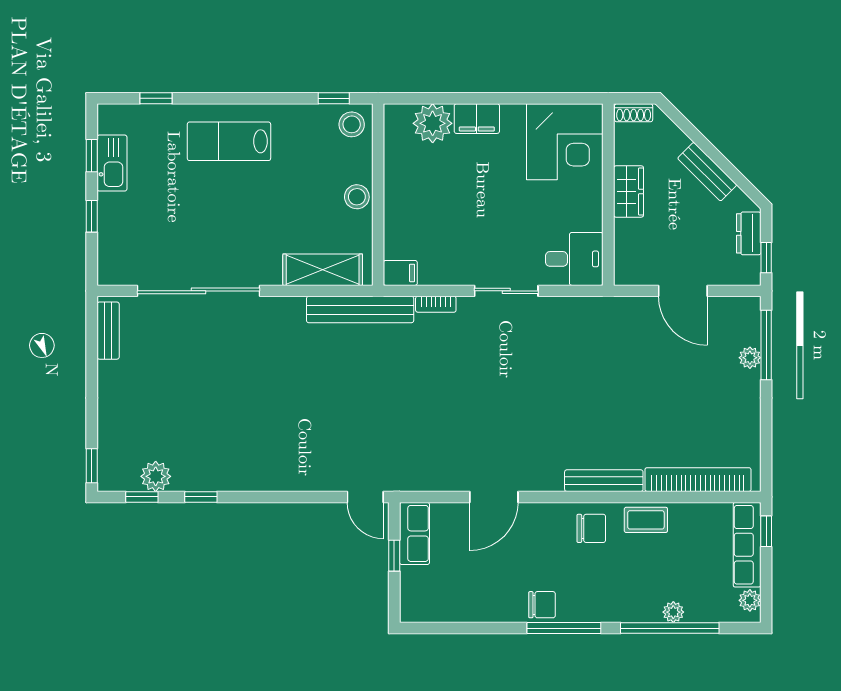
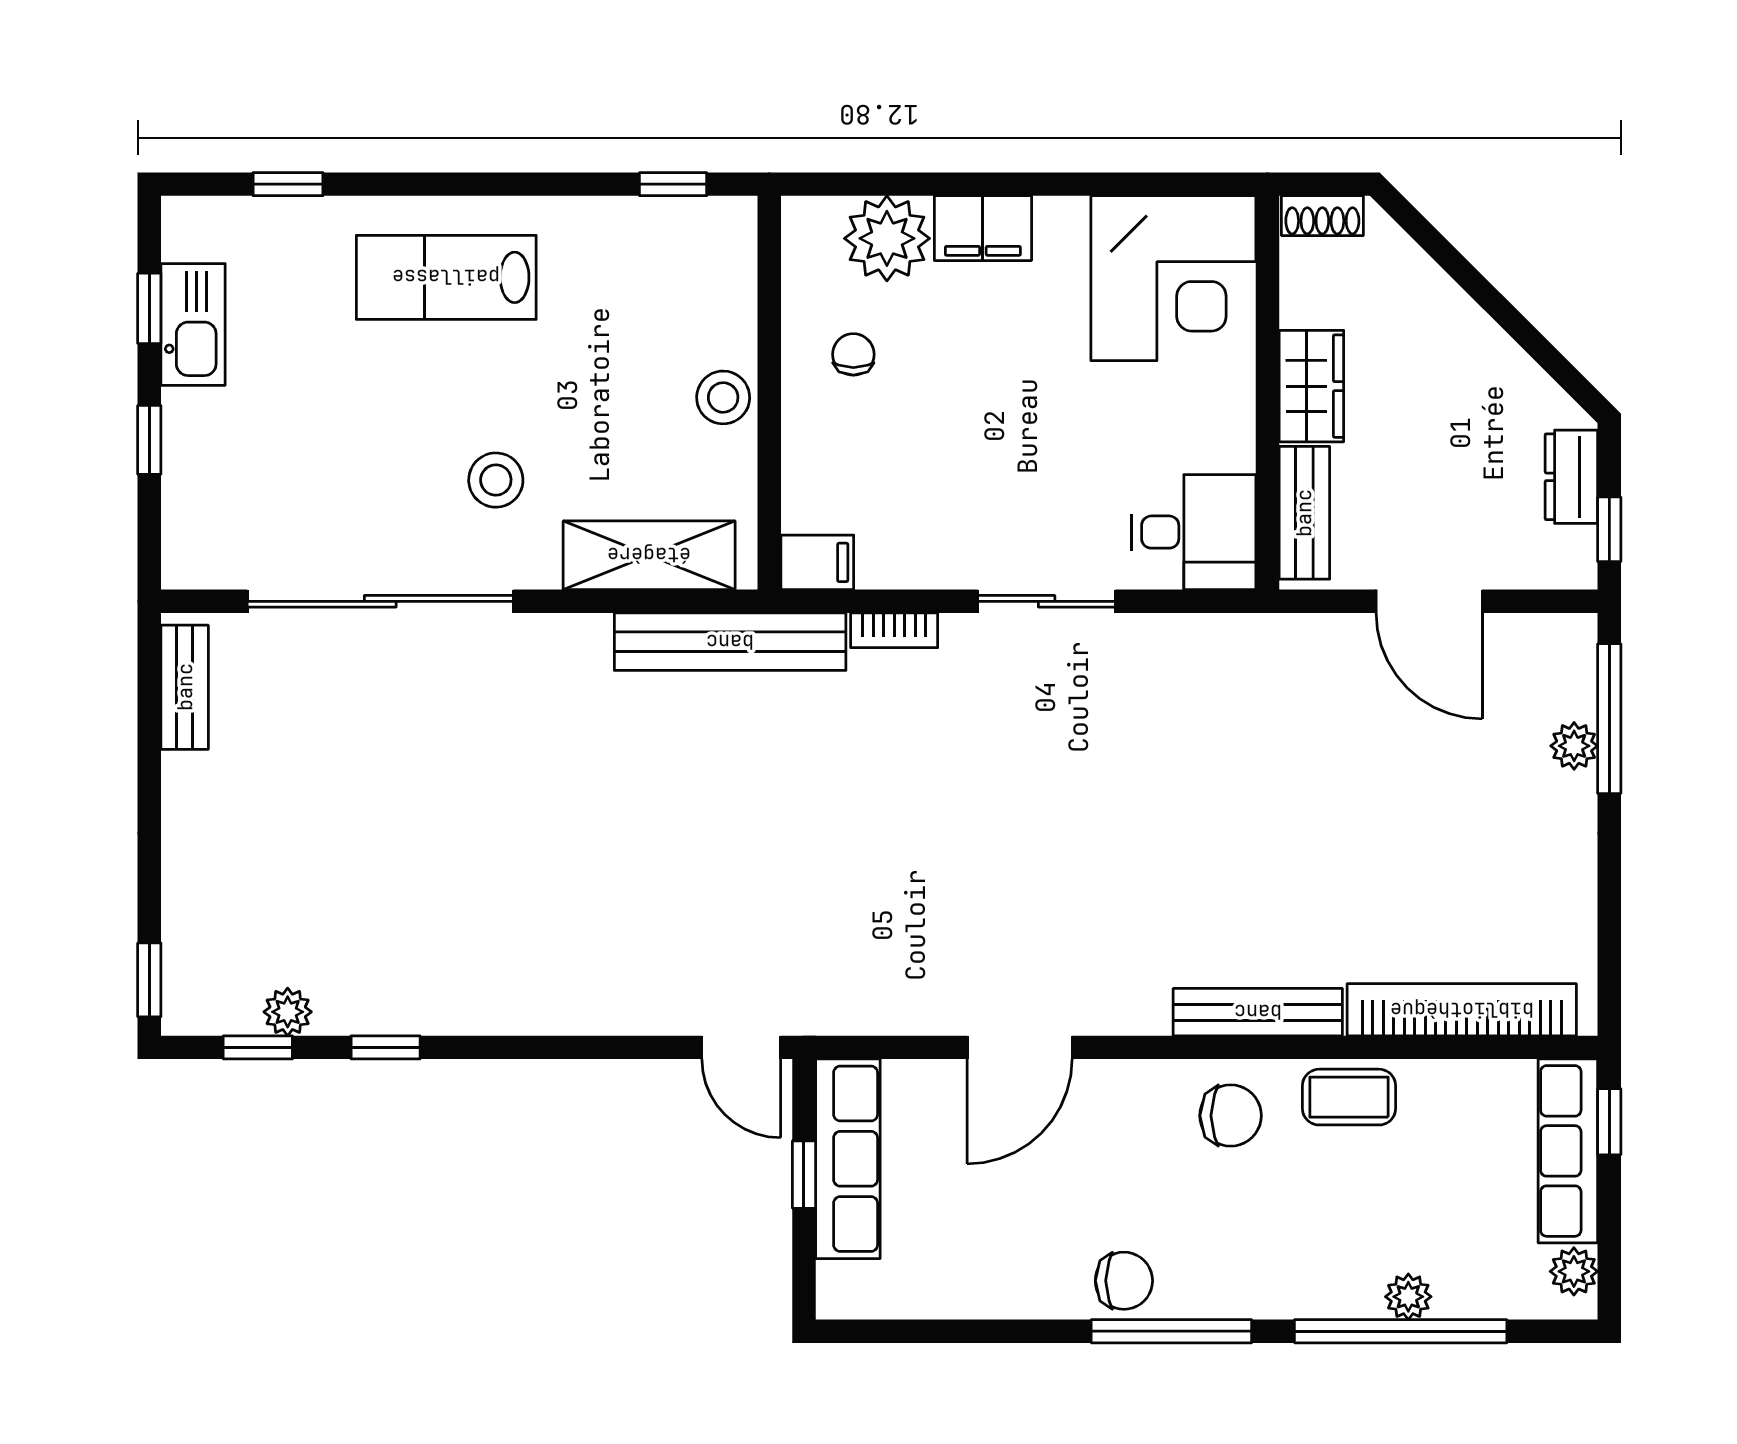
stool: (352, 124) -> (496, 480), moved
bench: (707, 172) -> (1304, 513), moved, turned 45
chair: (417, 177) -> (853, 354), added
plant: (156, 476) -> (288, 1012), width x0.73, depth x0.73
row of seats: (414, 533) -> (848, 1159), width x1.48

